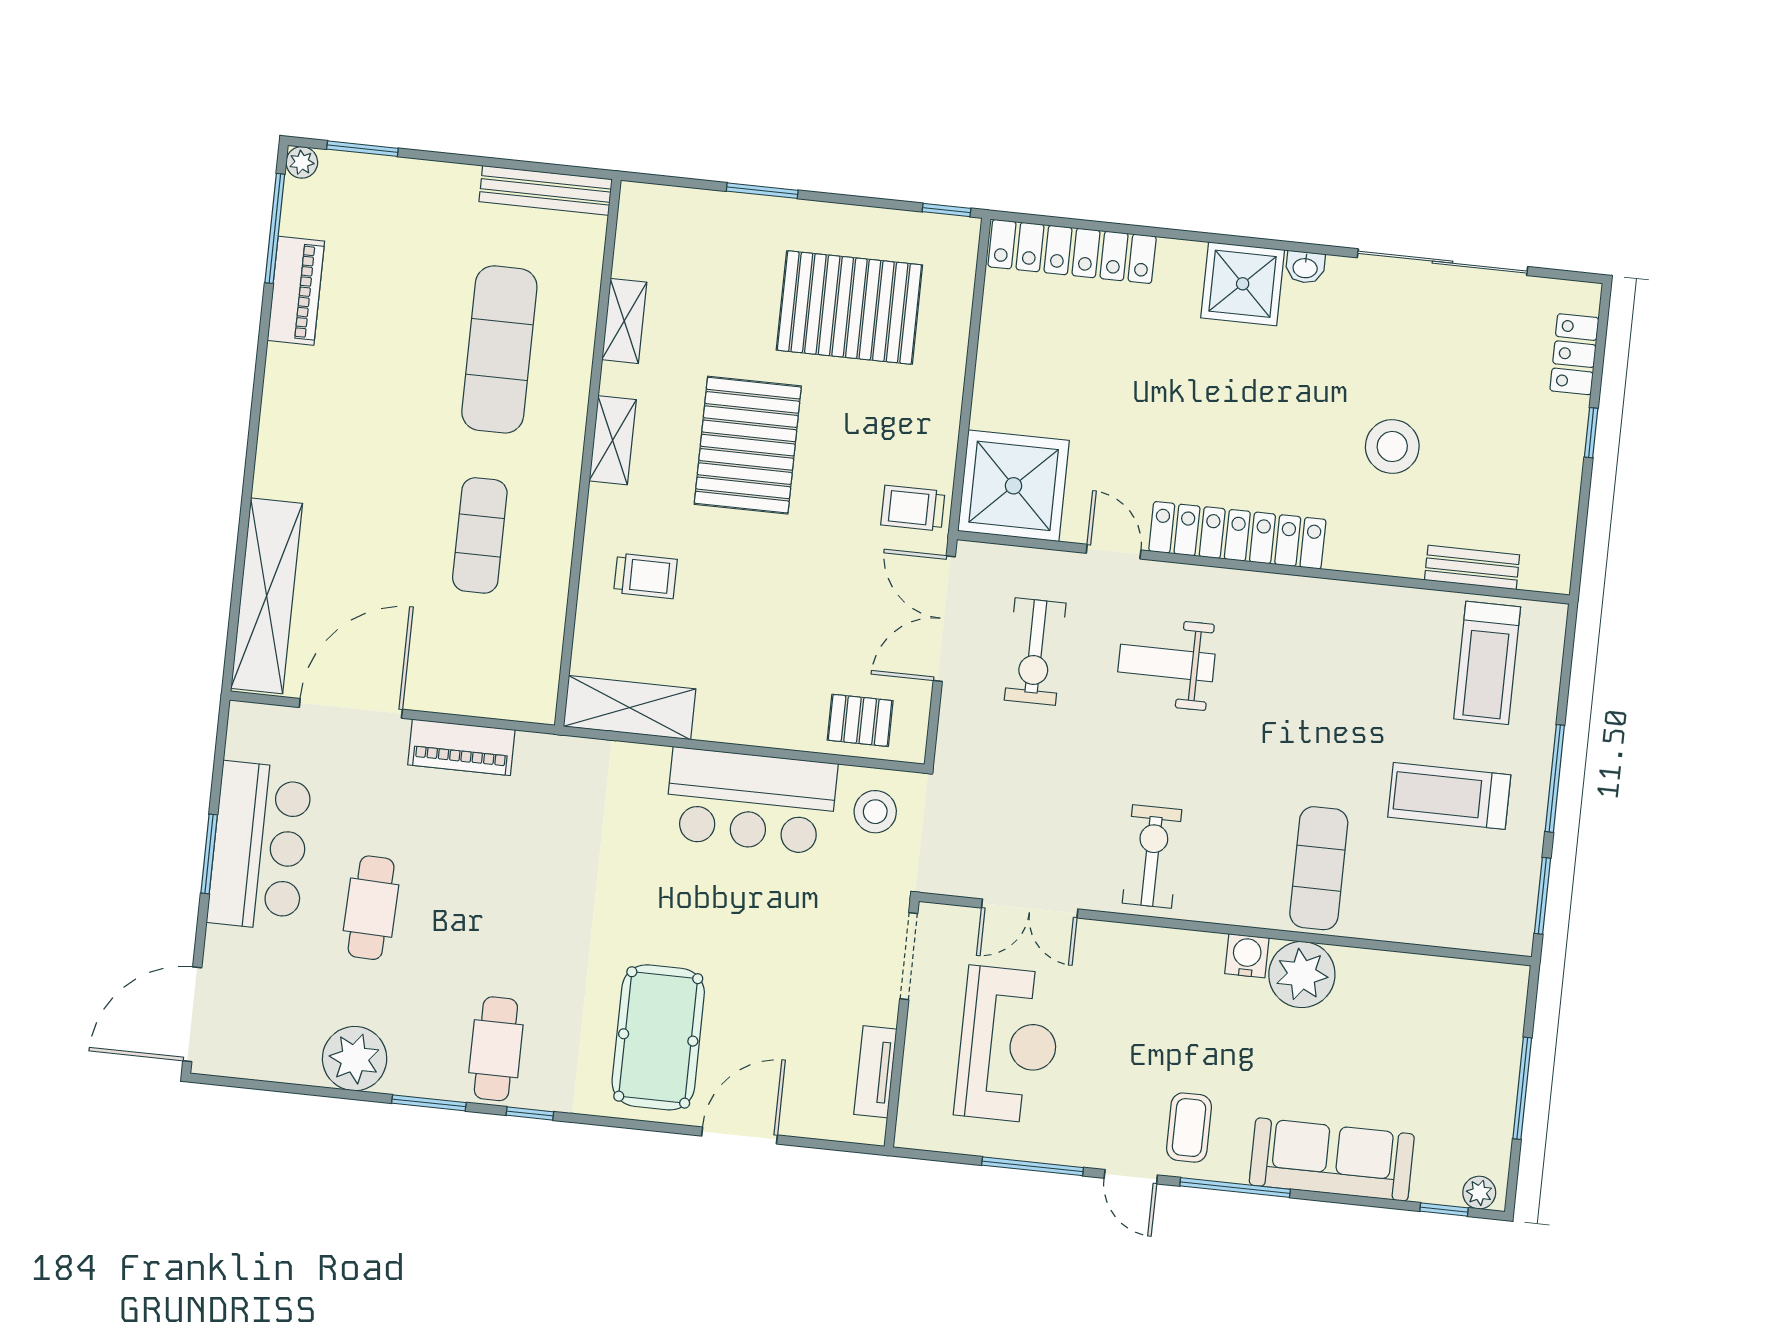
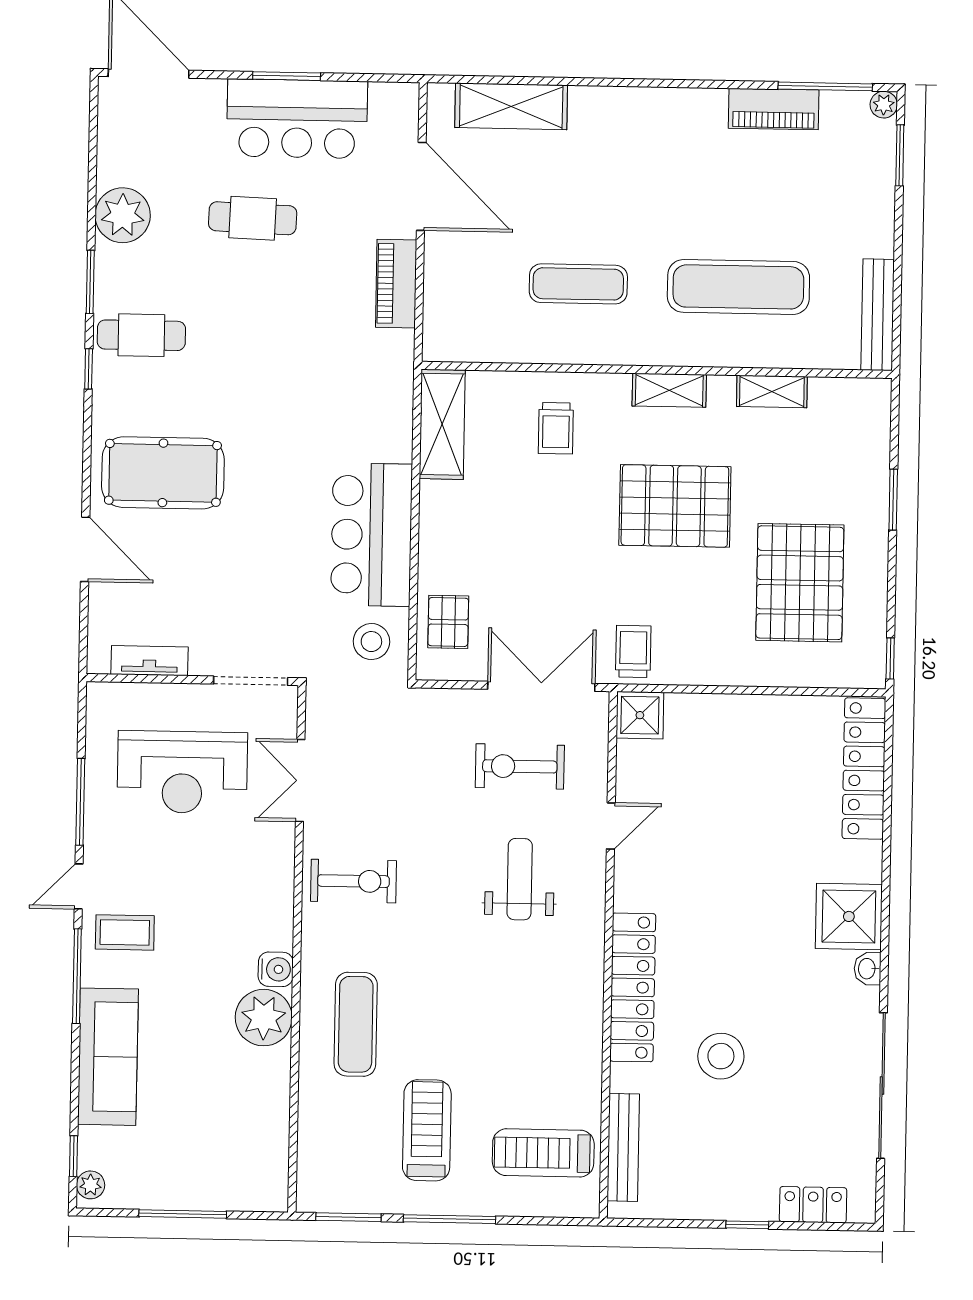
shower: (1014, 486) -> (640, 715), width x0.54, depth x0.54
locker: (1237, 535) -> (633, 987), moved
bench: (1472, 567) -> (623, 1147), width x1.36
shelving: (267, 596) -> (511, 106), width x0.68
exercise mat: (1319, 868) -> (356, 1024), turned 90

